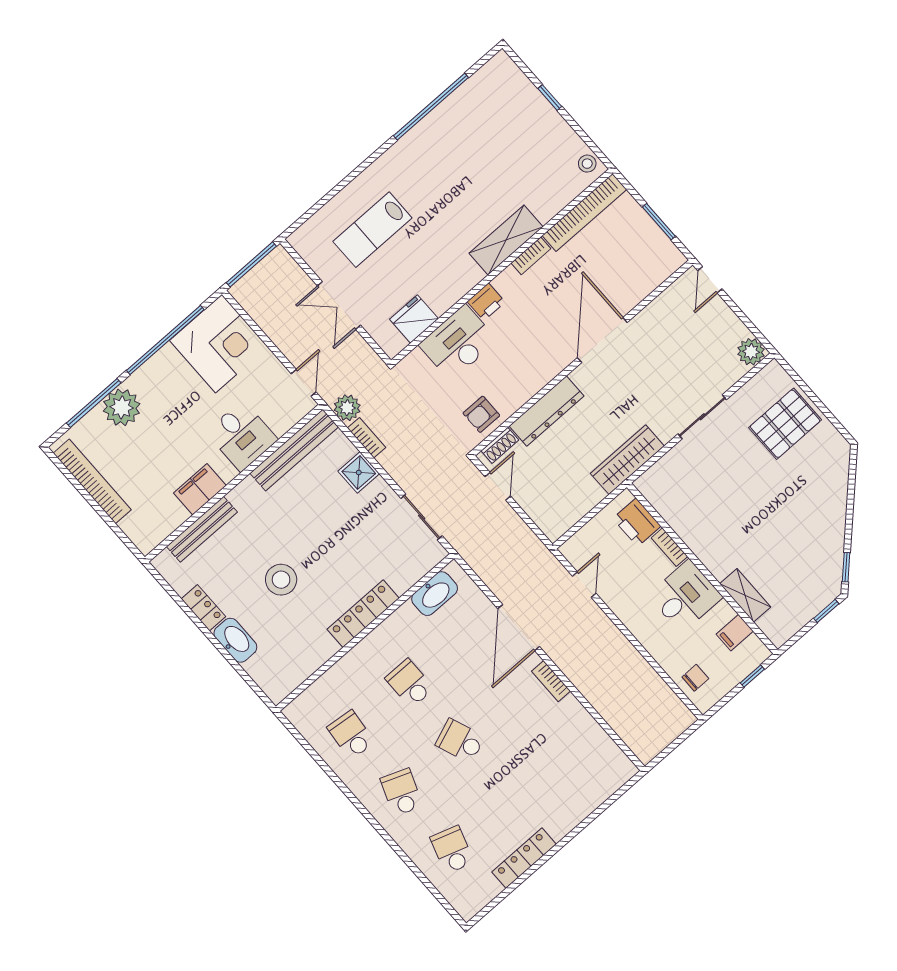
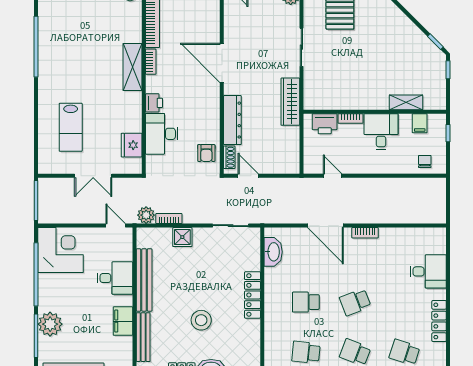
bench: (294, 450) -> (144, 280), moved
desk: (571, 795) -> (428, 271), added

